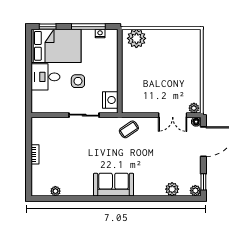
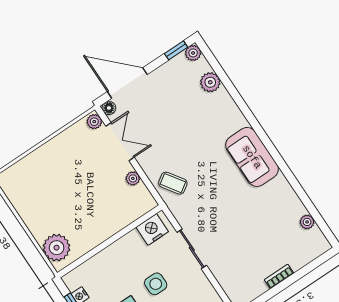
plant: (147, 108) -> (133, 178), added

